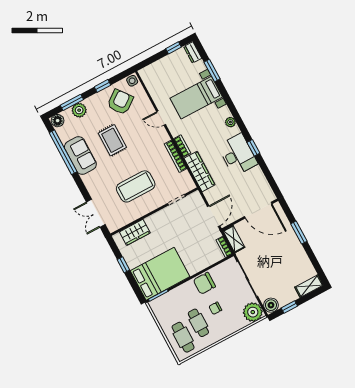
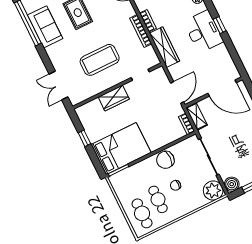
wardrobe: (135, 232) -> (114, 98), moved

